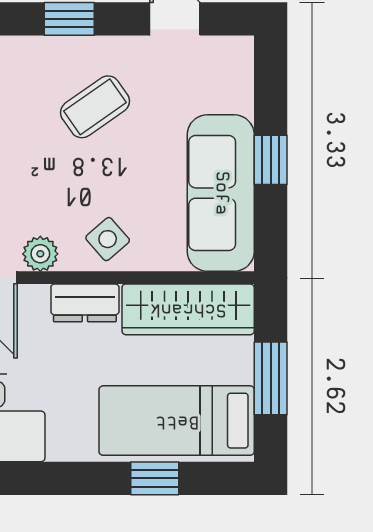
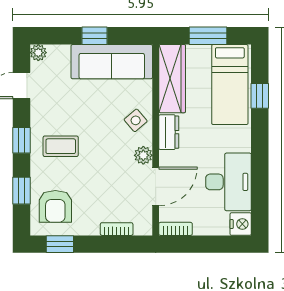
plant: (238, 51) -> (38, 53), added
coffee table: (95, 107) -> (61, 146), moved, turned -55

